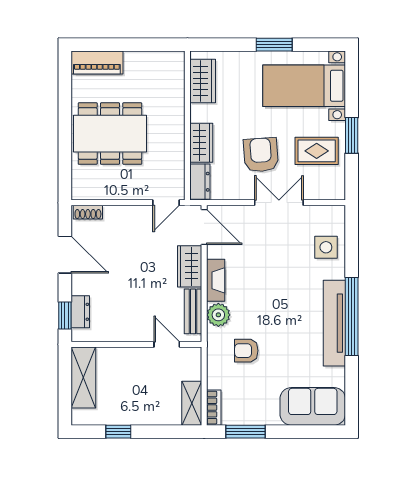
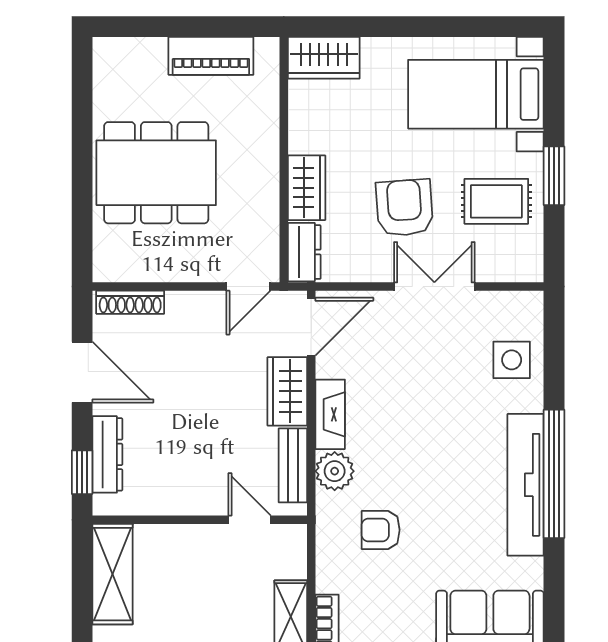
window: (274, 45) -> (426, 27), removed
piano: (97, 62) -> (211, 56), moved
wardrobe: (203, 81) -> (324, 58), moved, turned 90
shoe rack: (88, 212) -> (130, 302), width x1.43
door: (204, 227) -> (311, 327), hinge flipped
dresser: (80, 312) -> (107, 454), width x1.44

